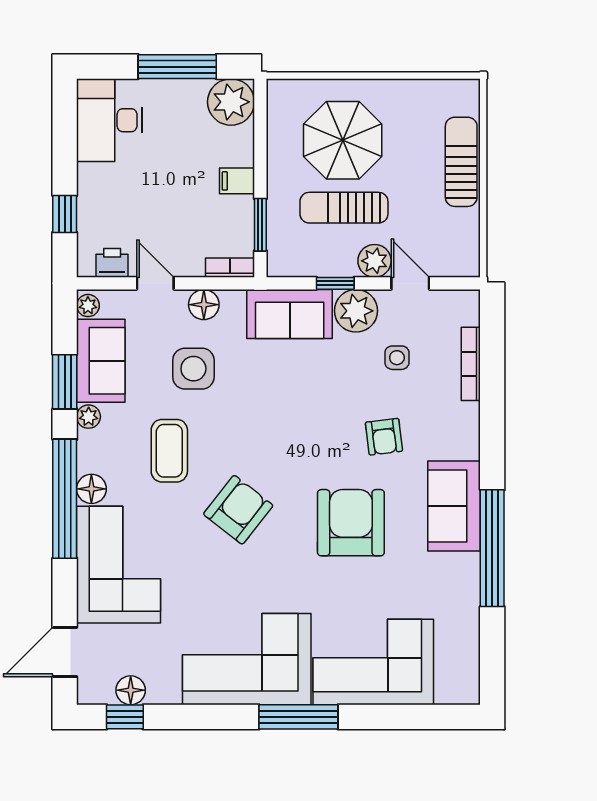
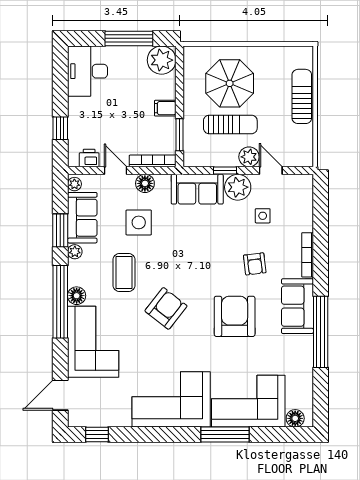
sun lounger: (344, 208) -> (230, 124), turned 180
bookcase: (230, 268) -> (153, 161), width x1.56
bookcase: (471, 364) -> (308, 255), moved
floor lamp: (131, 690) -> (295, 418), moved
window: (298, 717) -> (225, 435), moved

